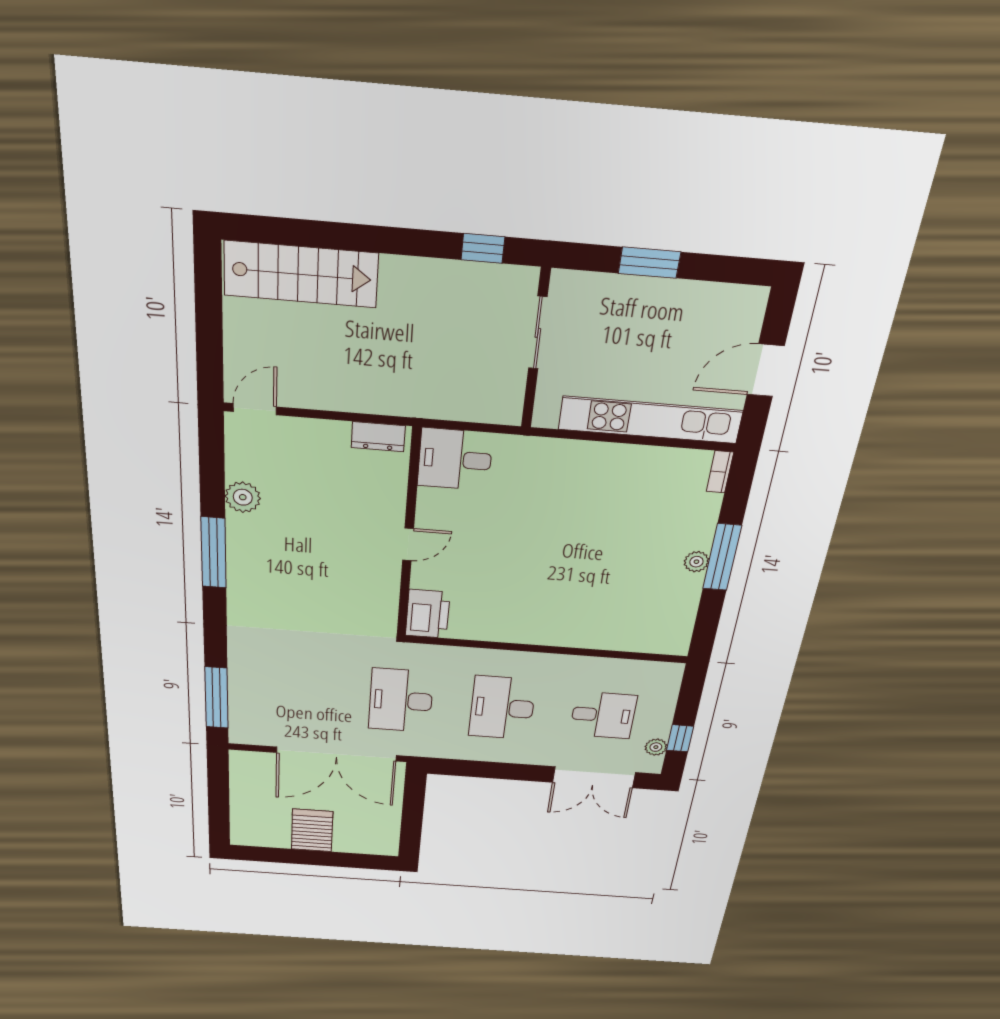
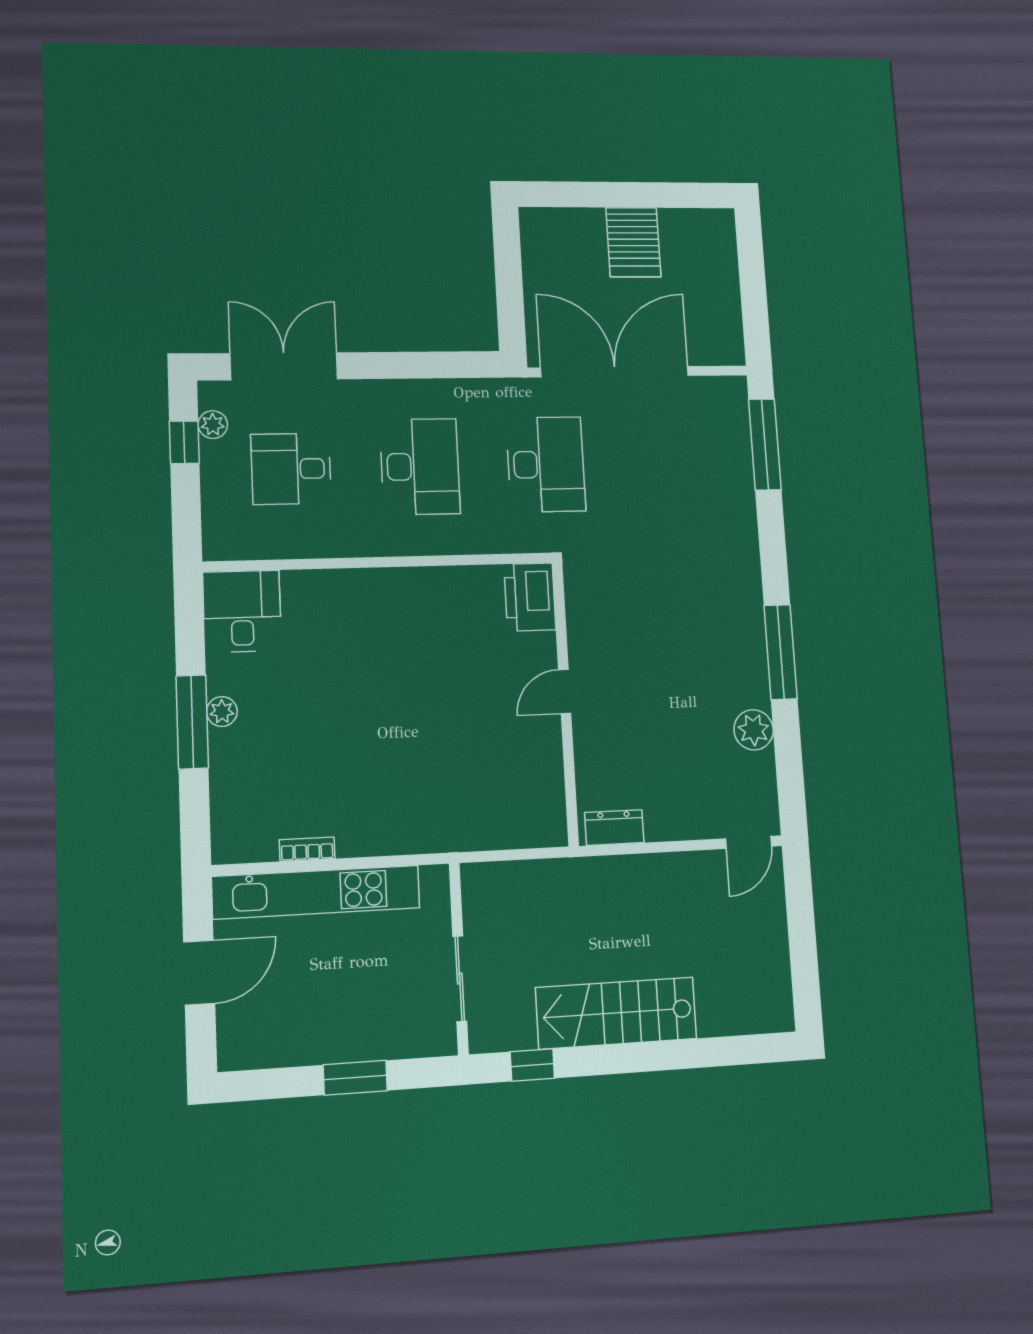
stairs: (301, 274) -> (616, 1013), moved
desk: (455, 459) -> (242, 611), moved, turned -90
bookcase: (720, 472) -> (307, 849), moved, turned -90

